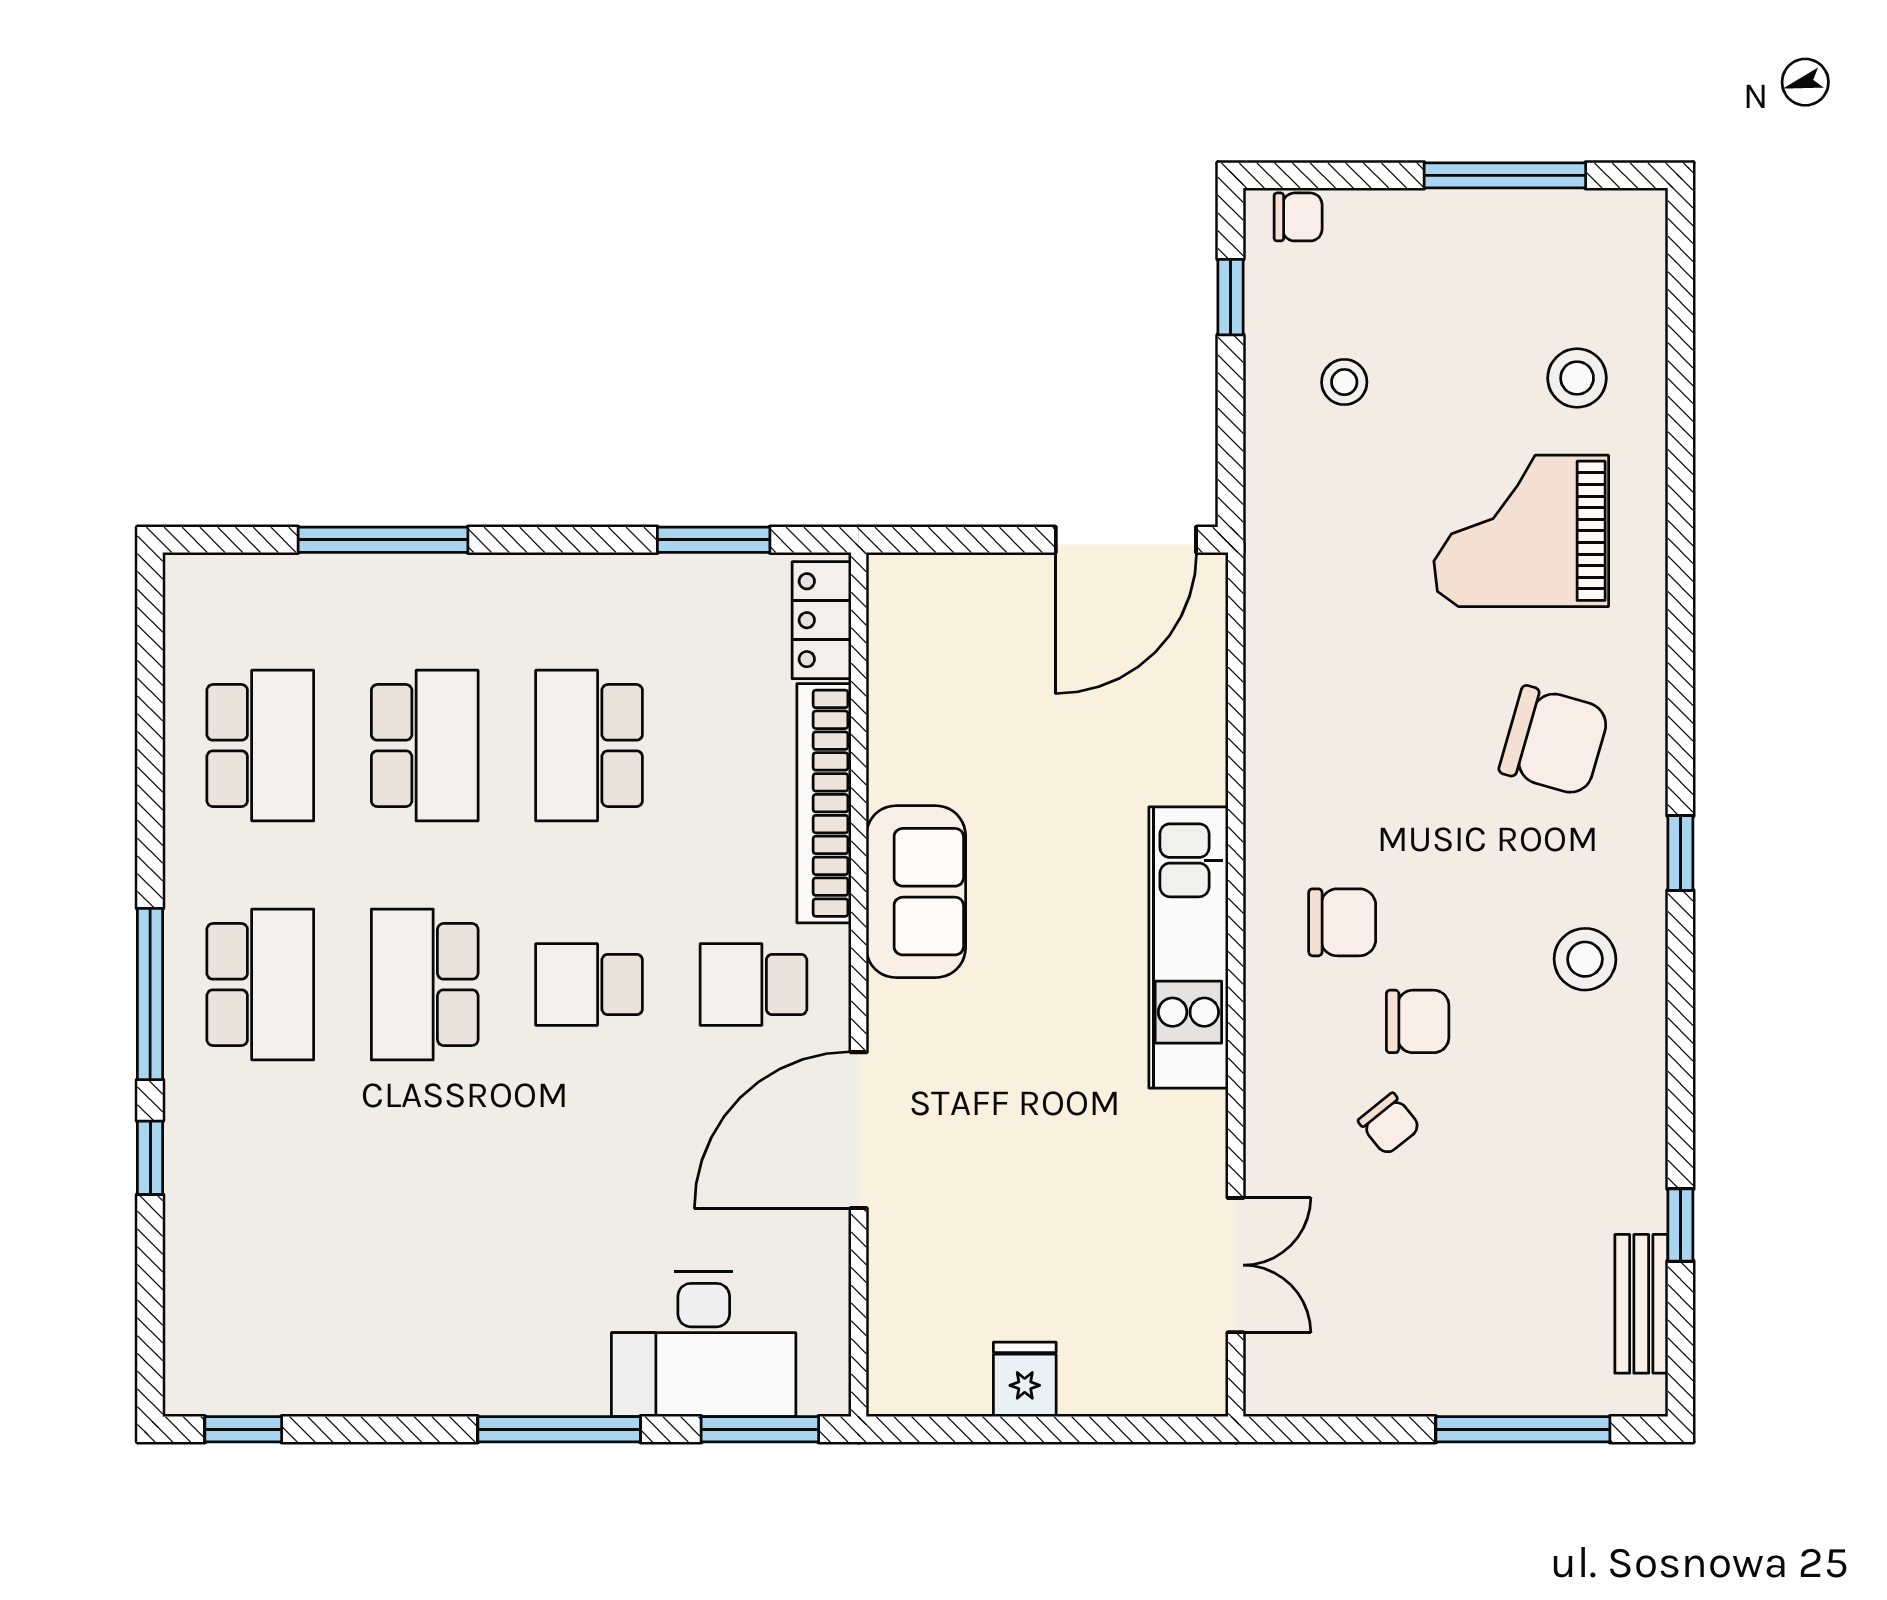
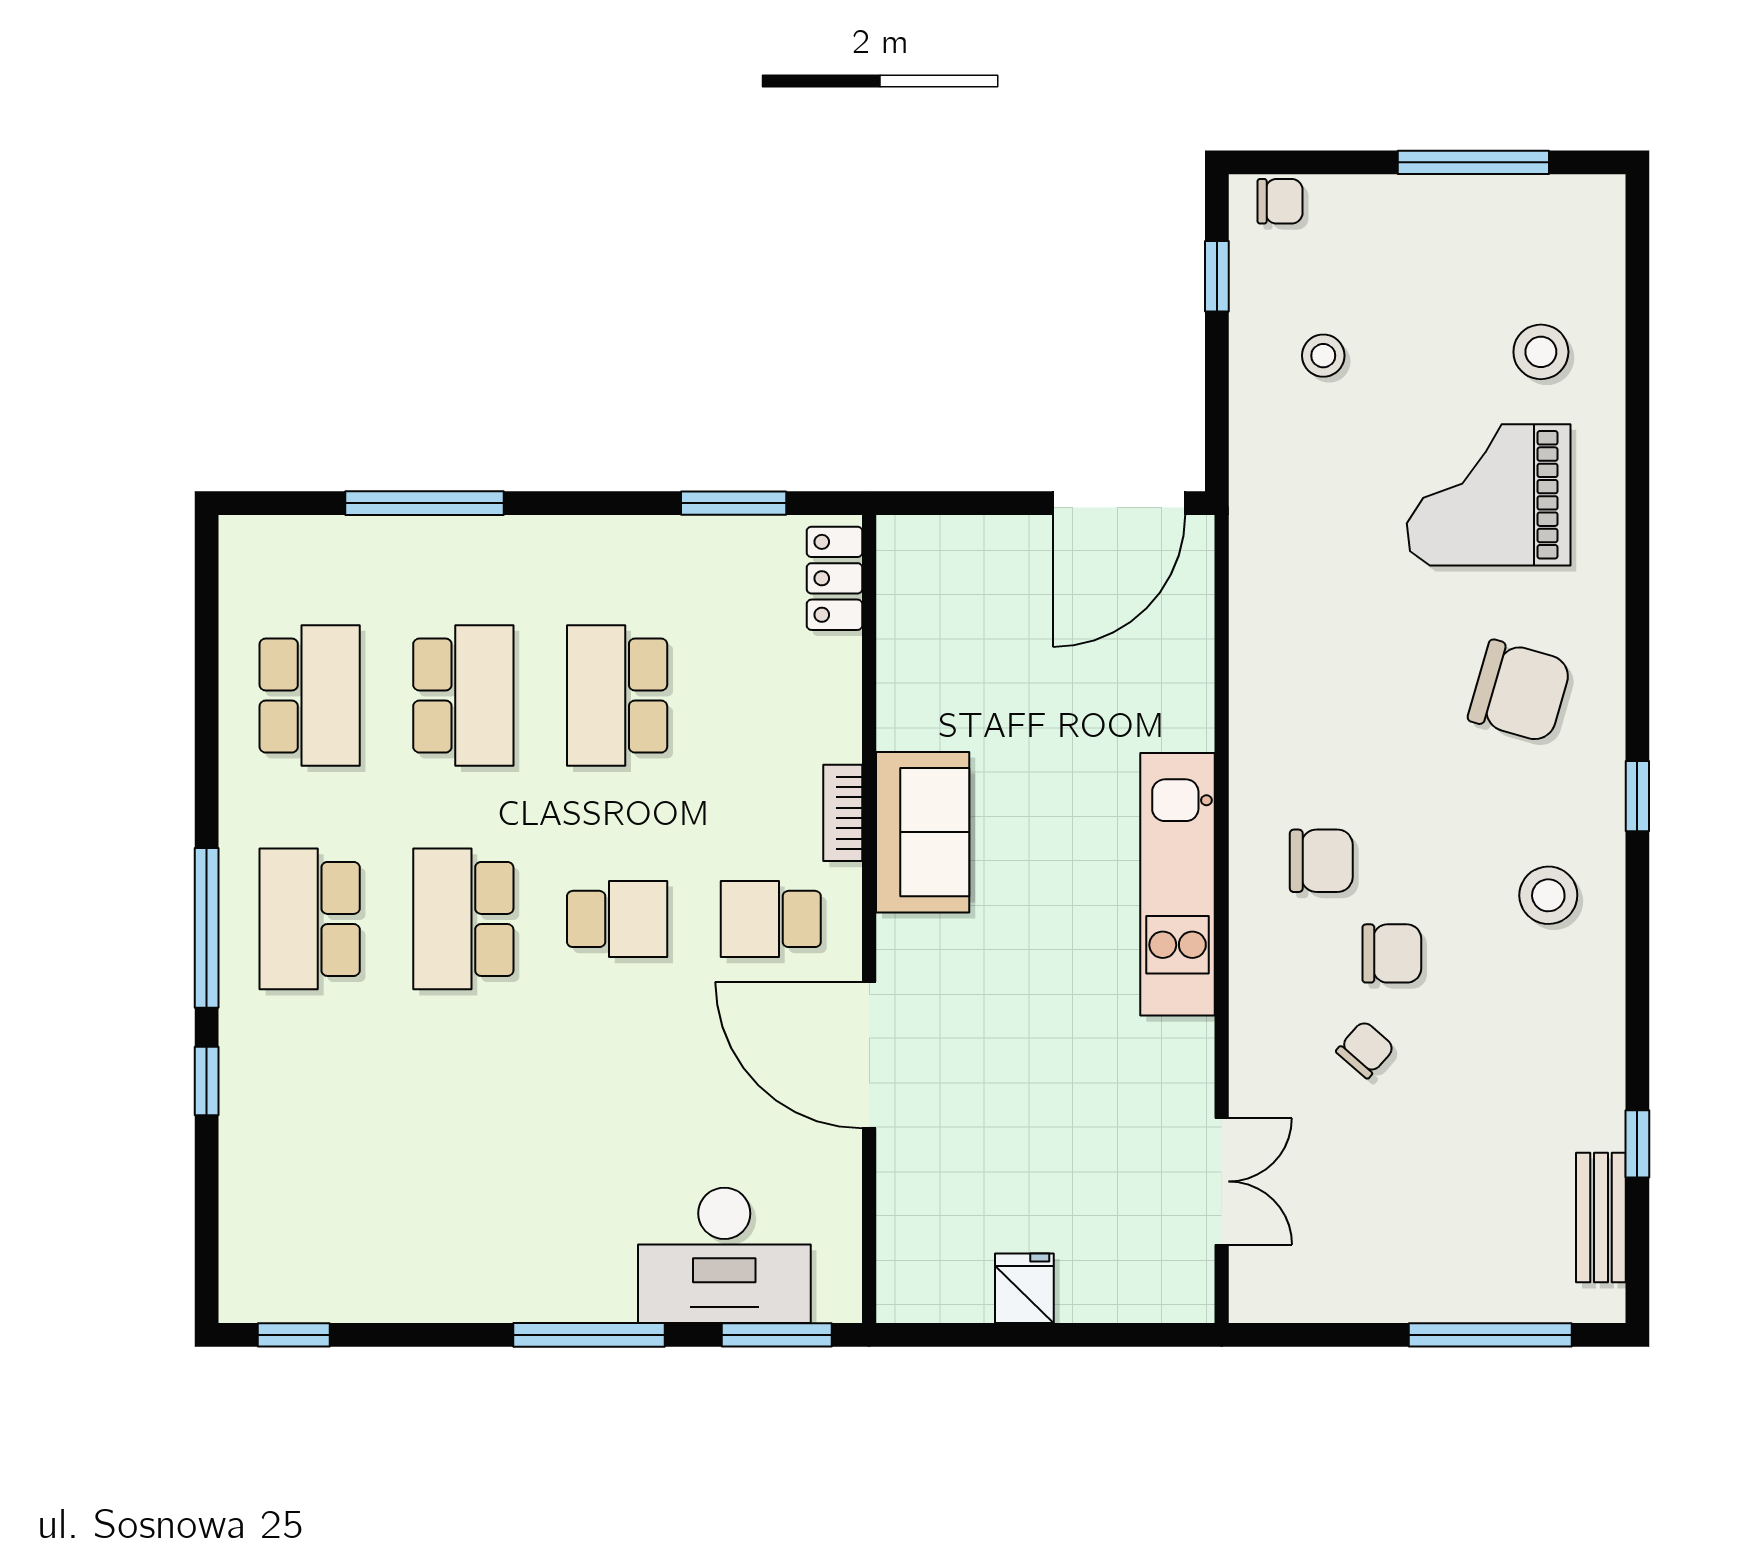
bookcase: (824, 803) -> (843, 813), width x0.43, depth x0.76
school desk: (260, 985) -> (310, 919), turned 180
school desk: (589, 985) -> (617, 919), turned 180
chair: (1389, 1124) -> (1365, 1049), turned -100
door: (859, 1130) -> (869, 1055), hinge flipped

